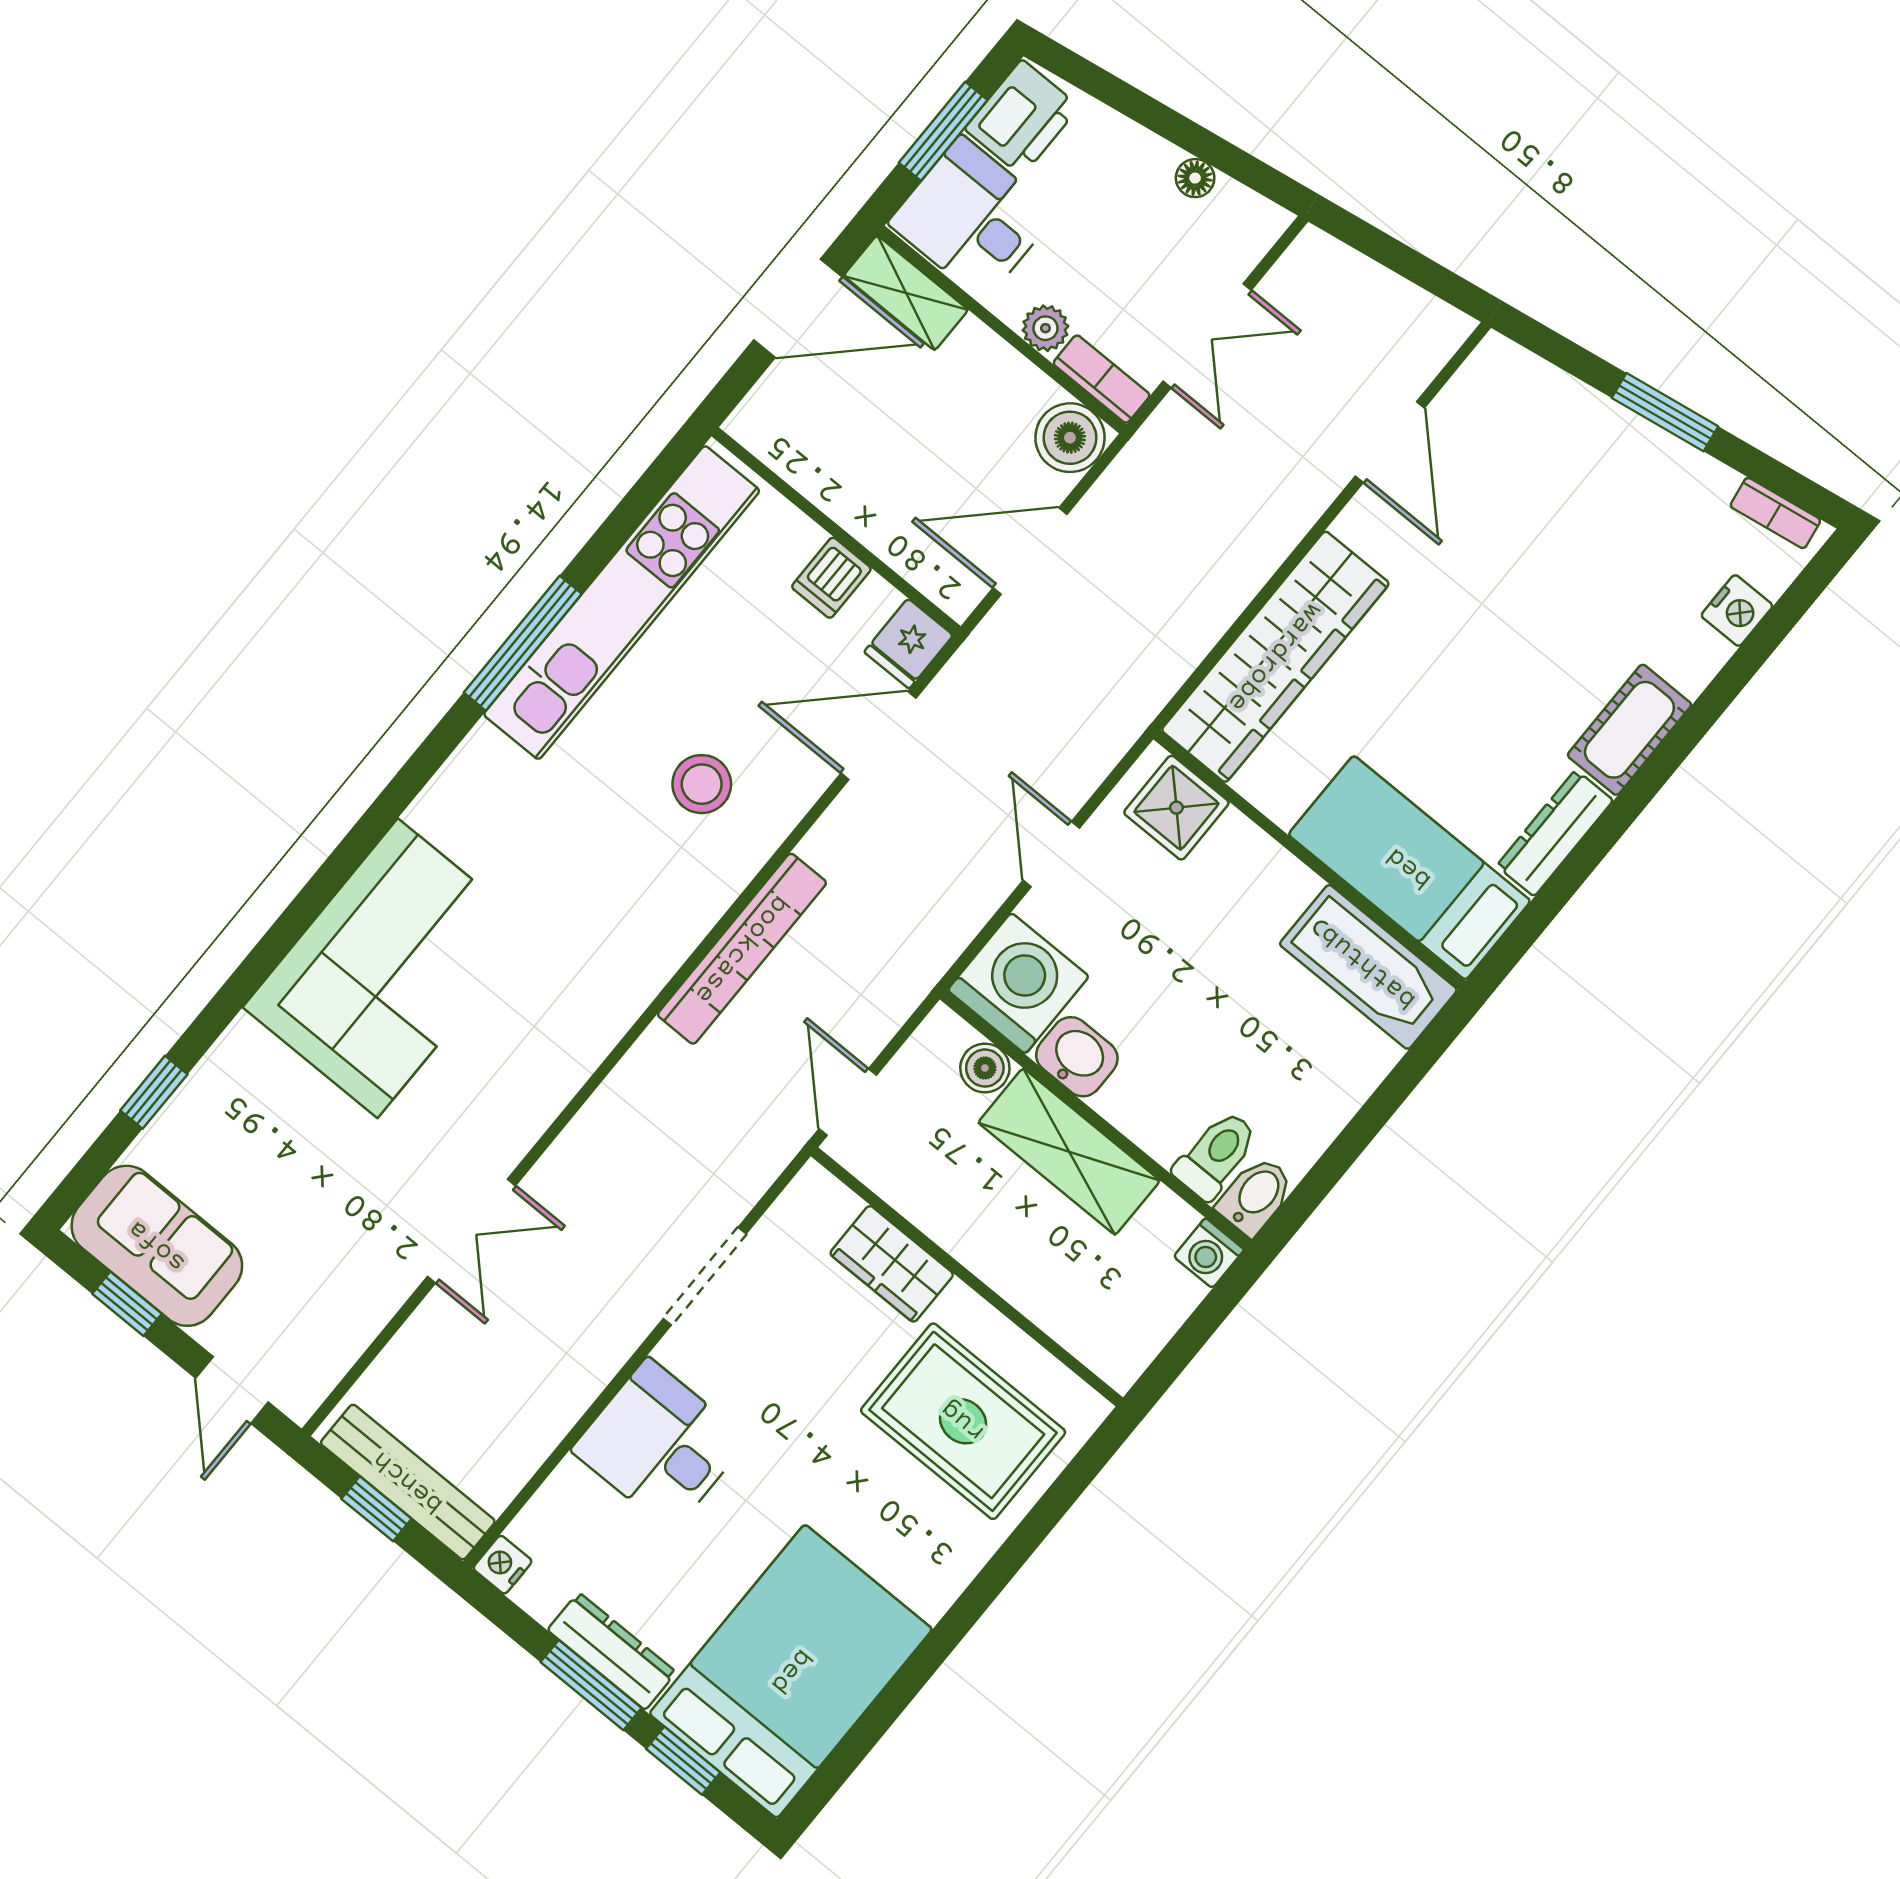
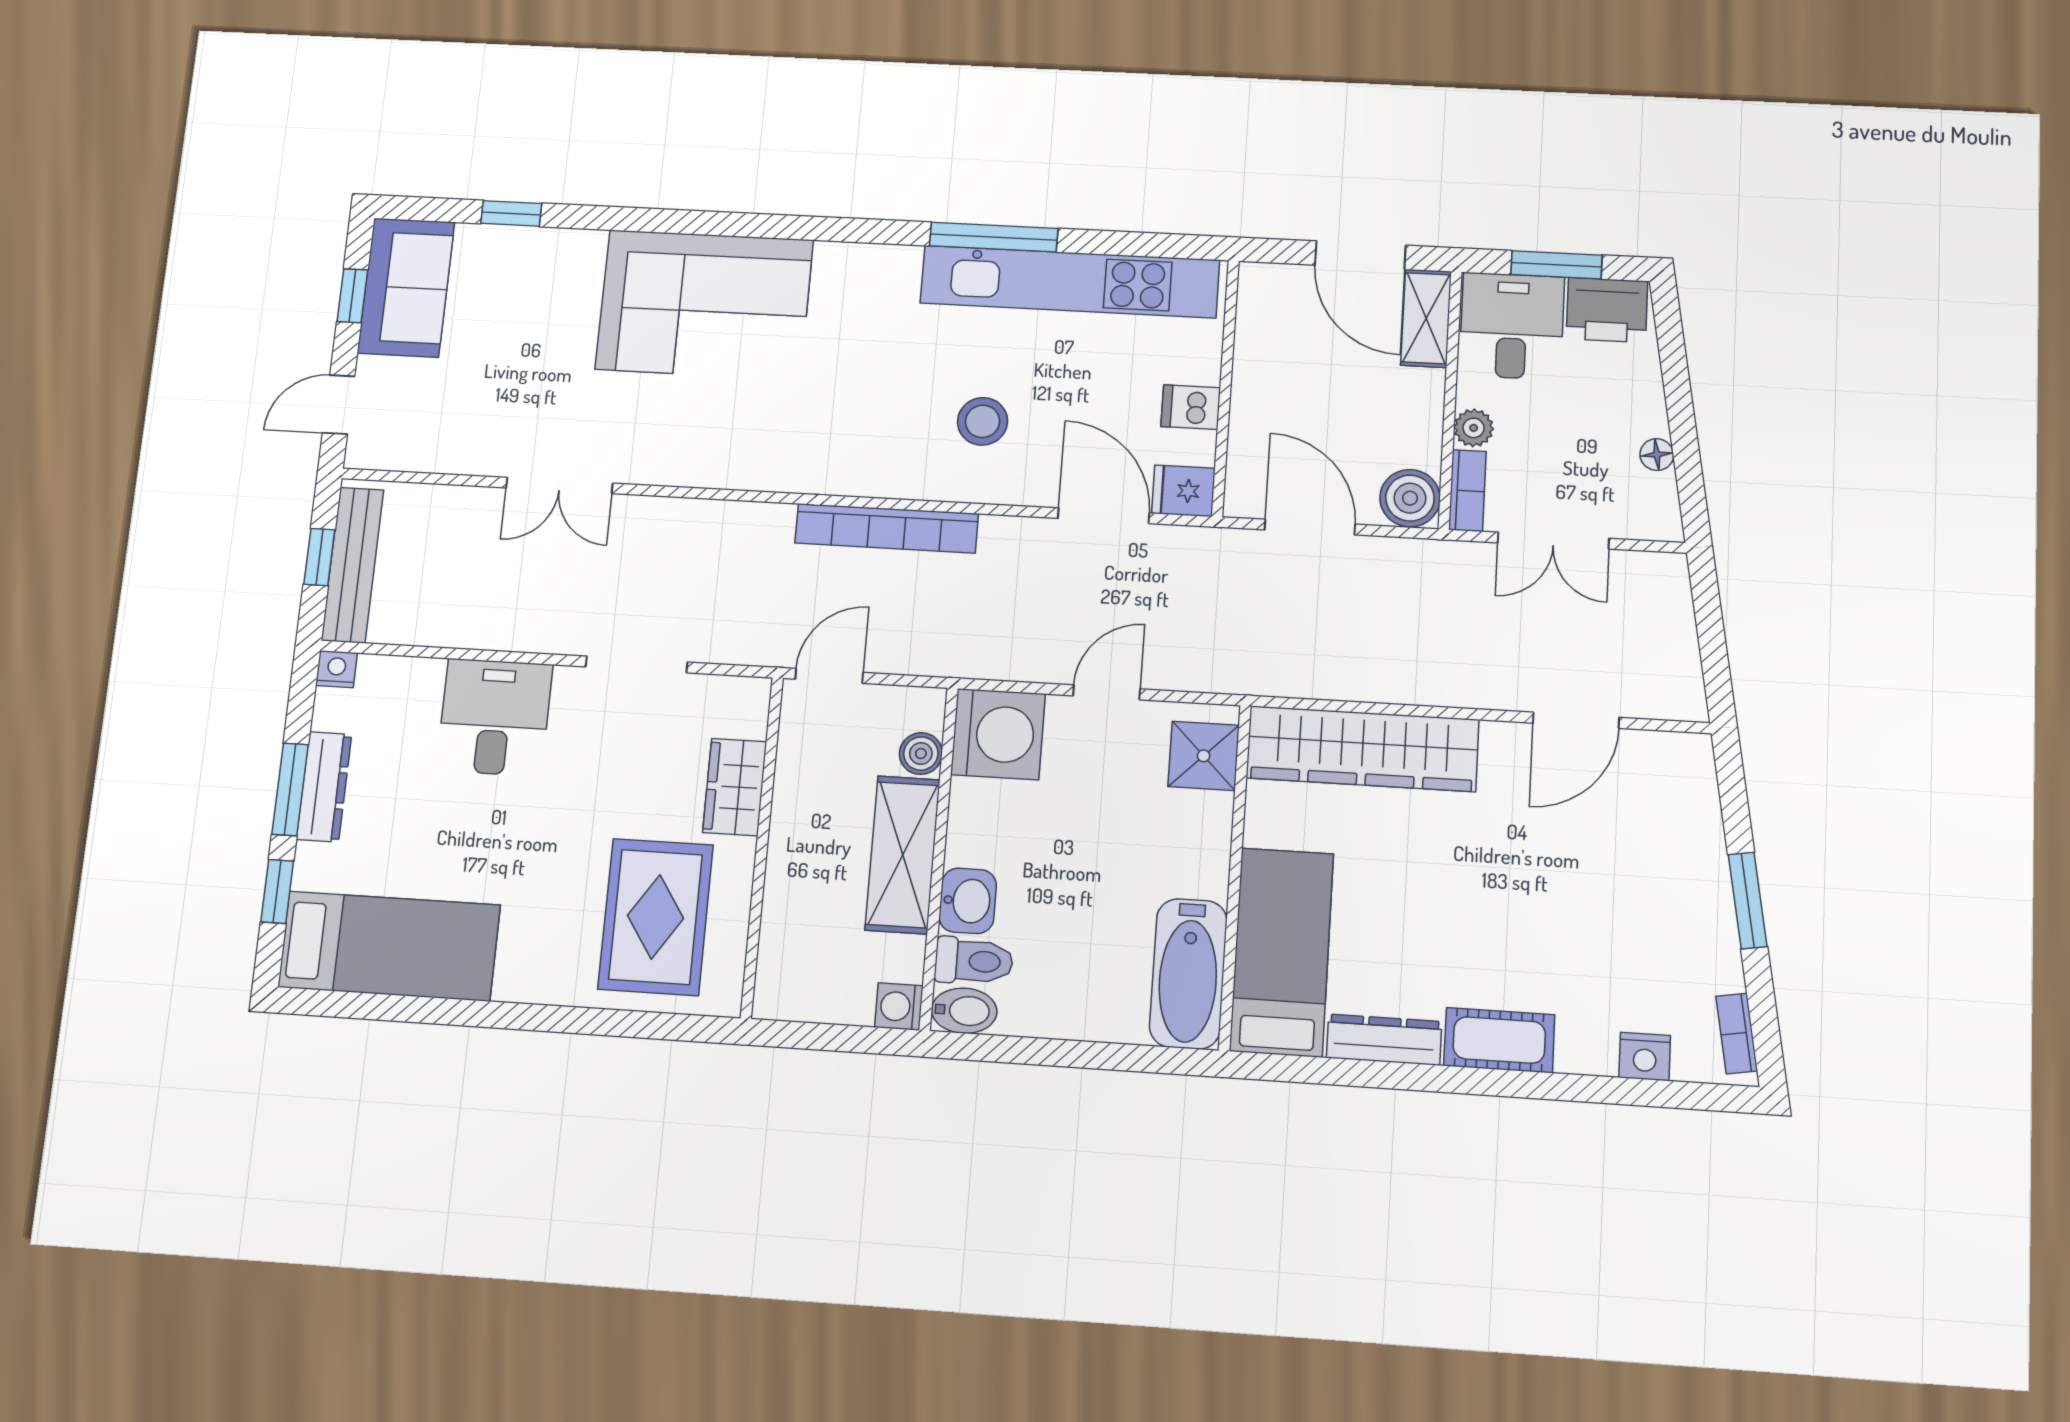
washbasin: (1077, 1057) -> (968, 901), moved
bed: (791, 1671) -> (389, 946), width x0.67

